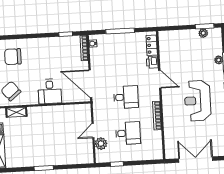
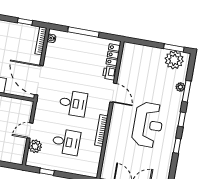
plant: (203, 33) -> (174, 60), width x1.87, depth x1.87
reception desk: (198, 101) -> (148, 125), turned 180

